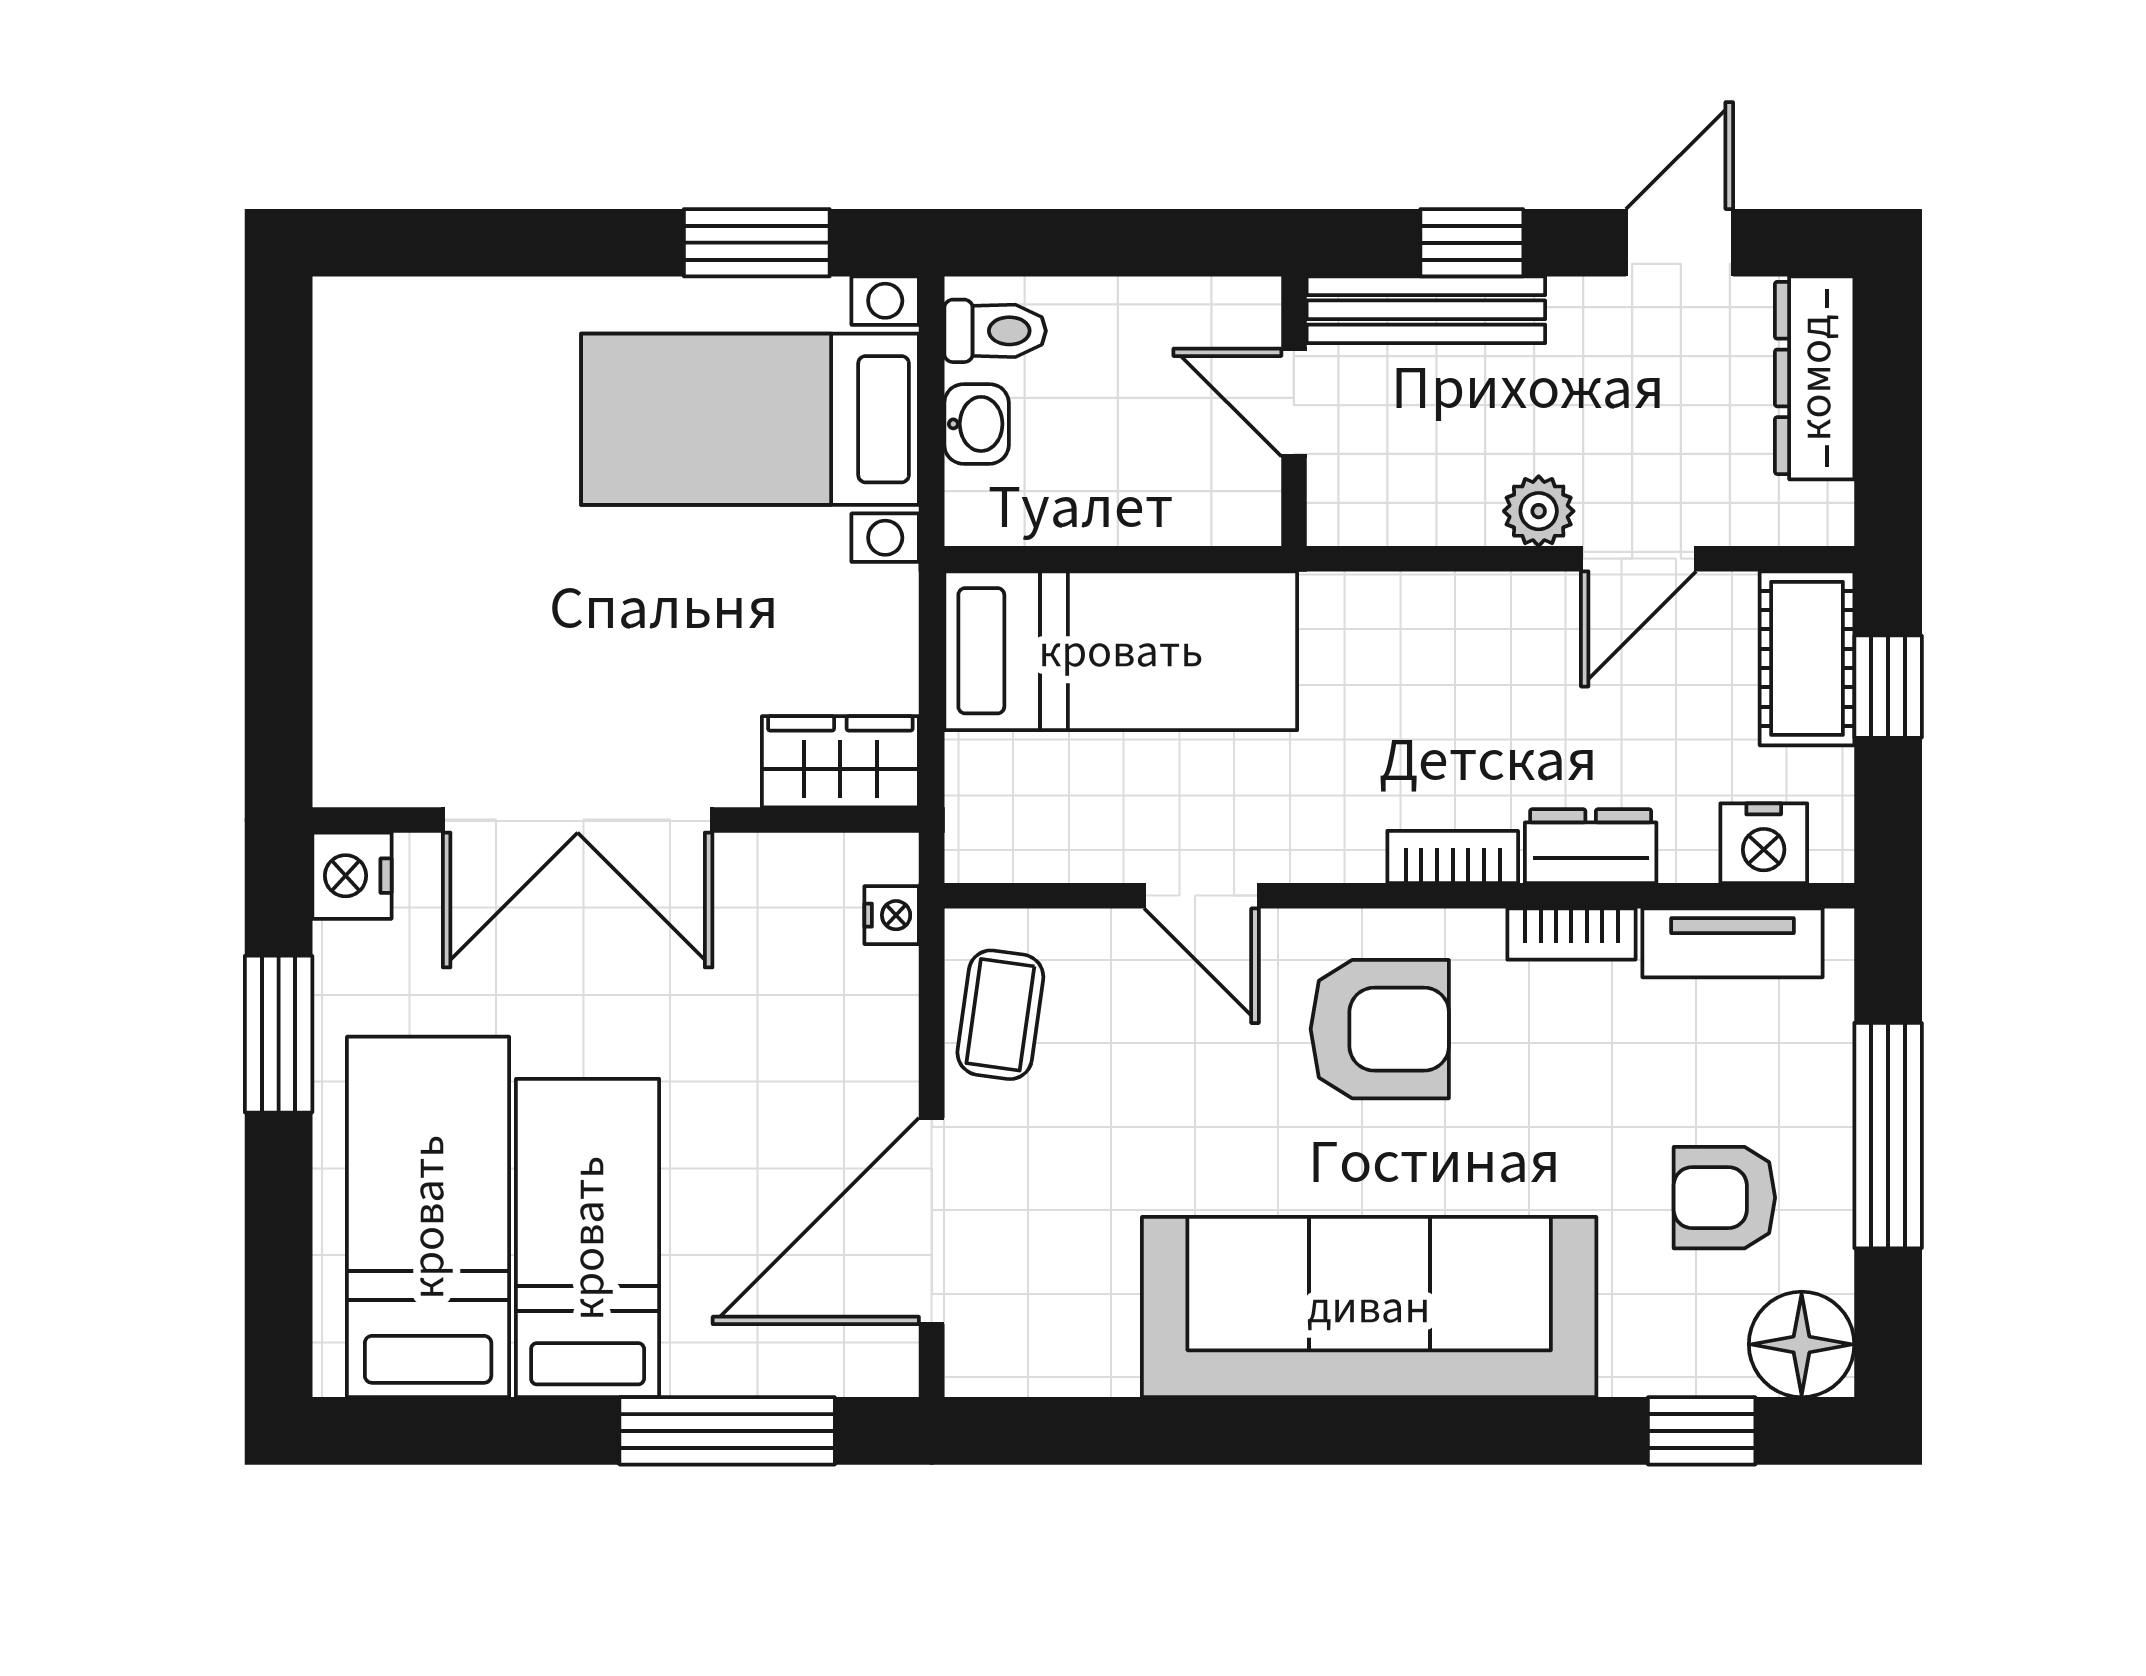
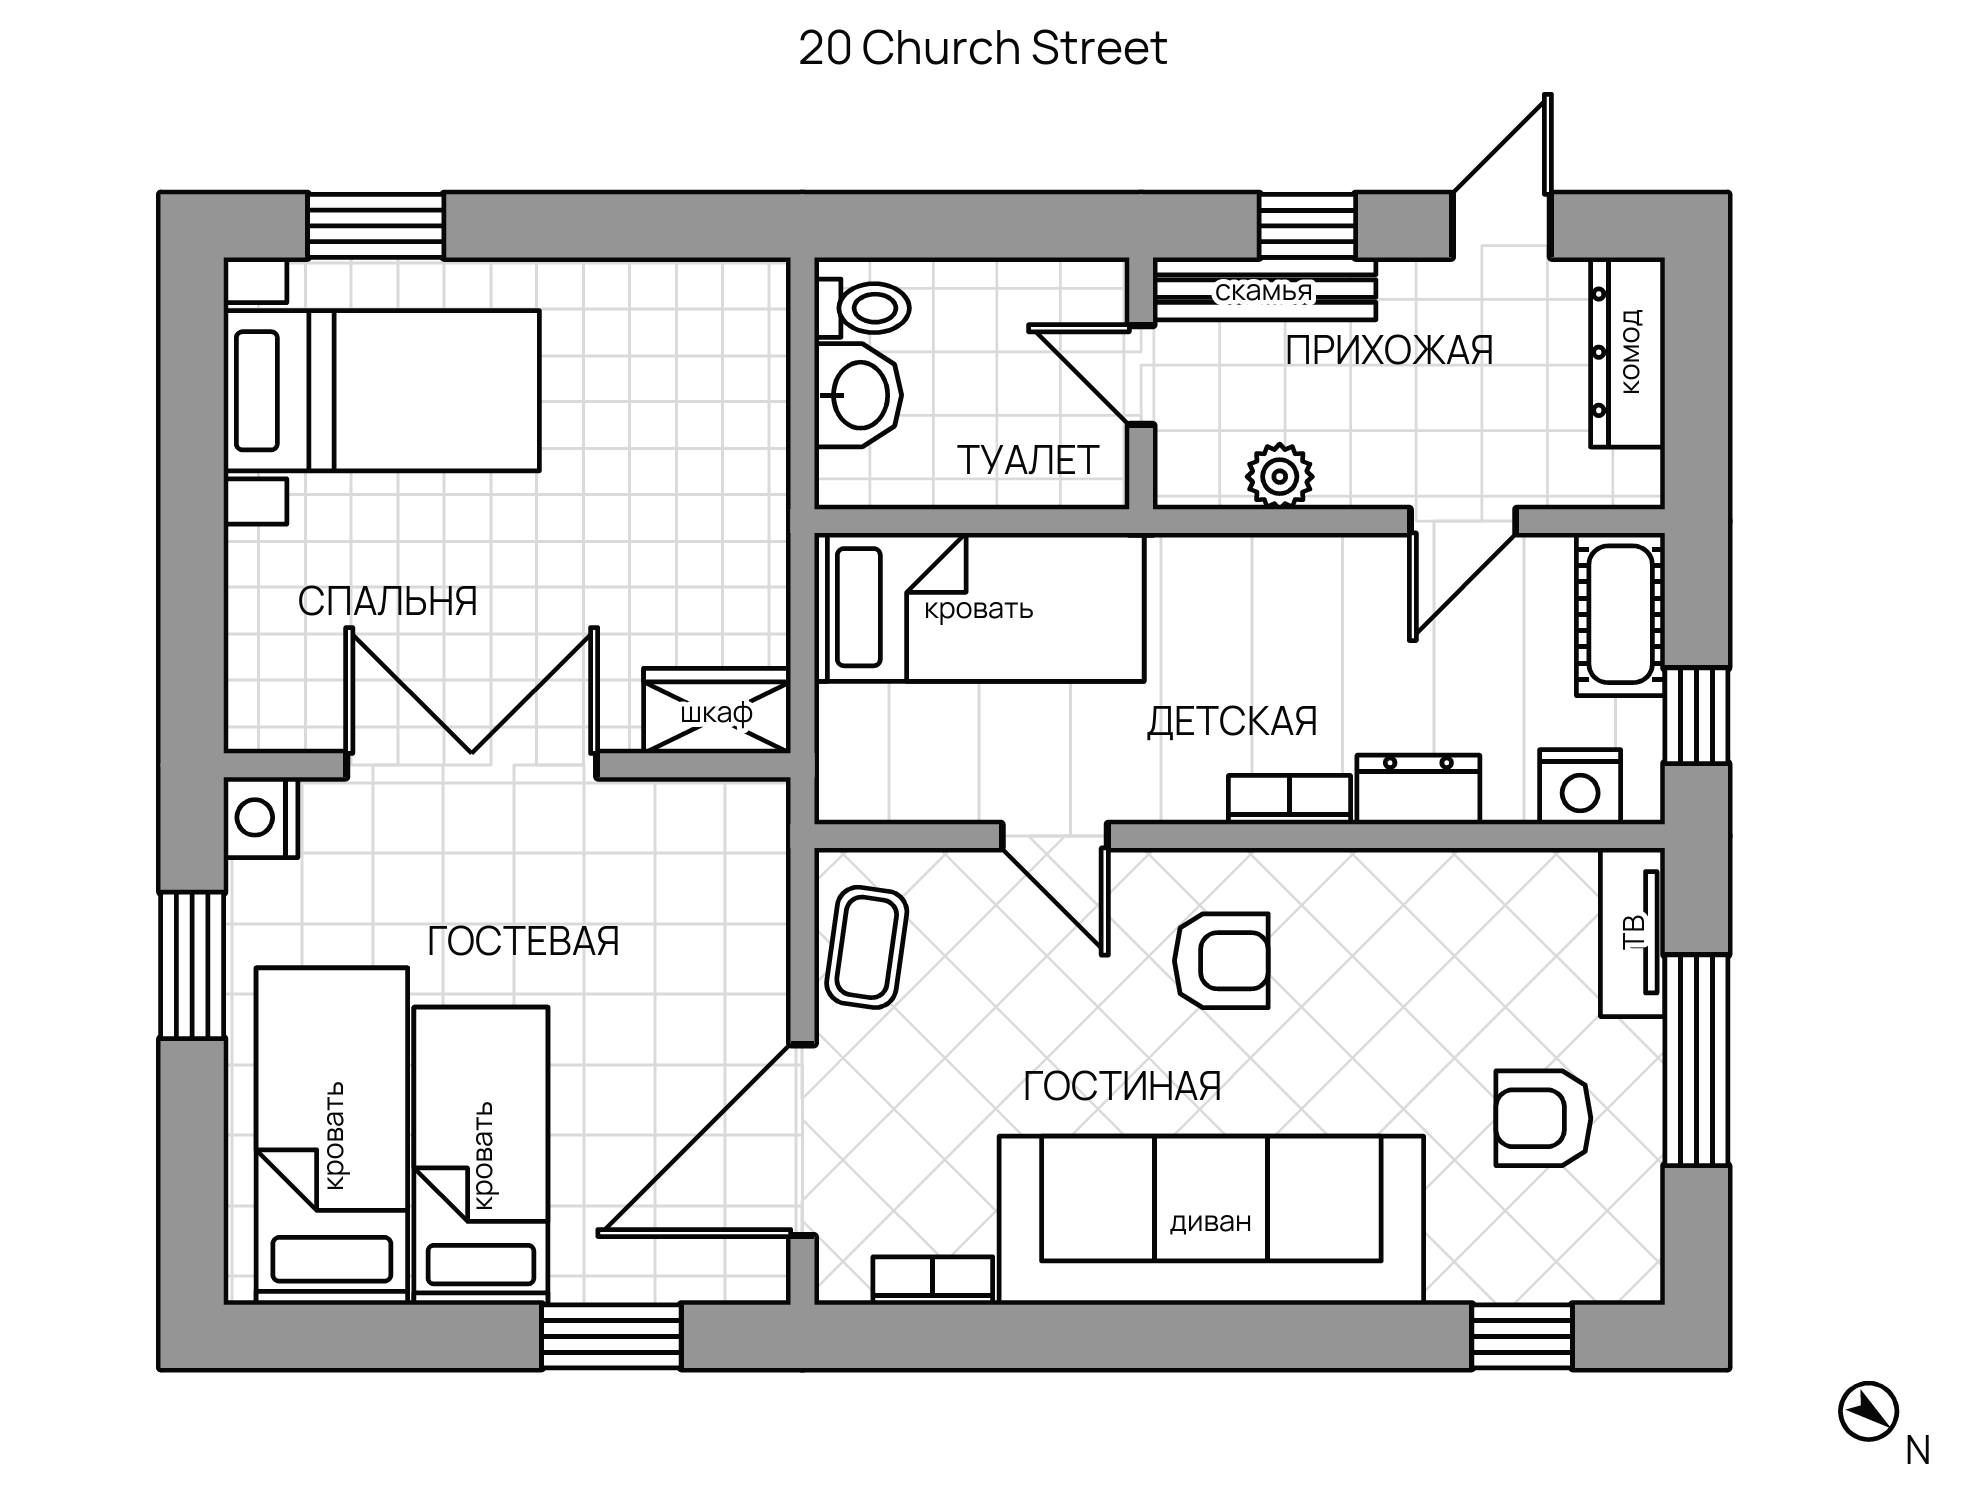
window: (757, 243) -> (376, 226), moved
bed with nightstands: (750, 419) -> (382, 391), moved, turned 180
washbasin: (977, 424) -> (858, 395), width x1.38, depth x1.45
plant: (1539, 511) -> (1280, 477), moved
window: (1888, 687) -> (1696, 716), moved
double door: (578, 820) -> (472, 765), swing flipped
nightstand: (892, 915) -> (765, 854), removed
bookcase: (1571, 934) -> (933, 1281), moved, turned 180
tv unit: (1733, 943) -> (1633, 932), moved, turned 90
armchair: (1380, 1029) -> (1221, 961), width x0.72, depth x0.72
floor lamp: (1802, 1344) -> (1616, 1255), removed
window: (727, 1431) -> (611, 1336), width x0.69

